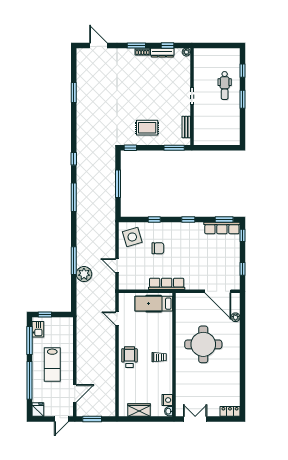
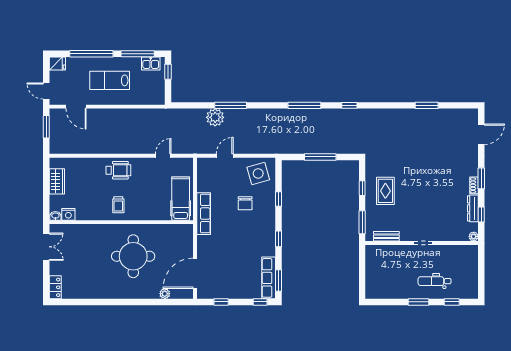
window: (130, 148) -> (362, 188), moved

